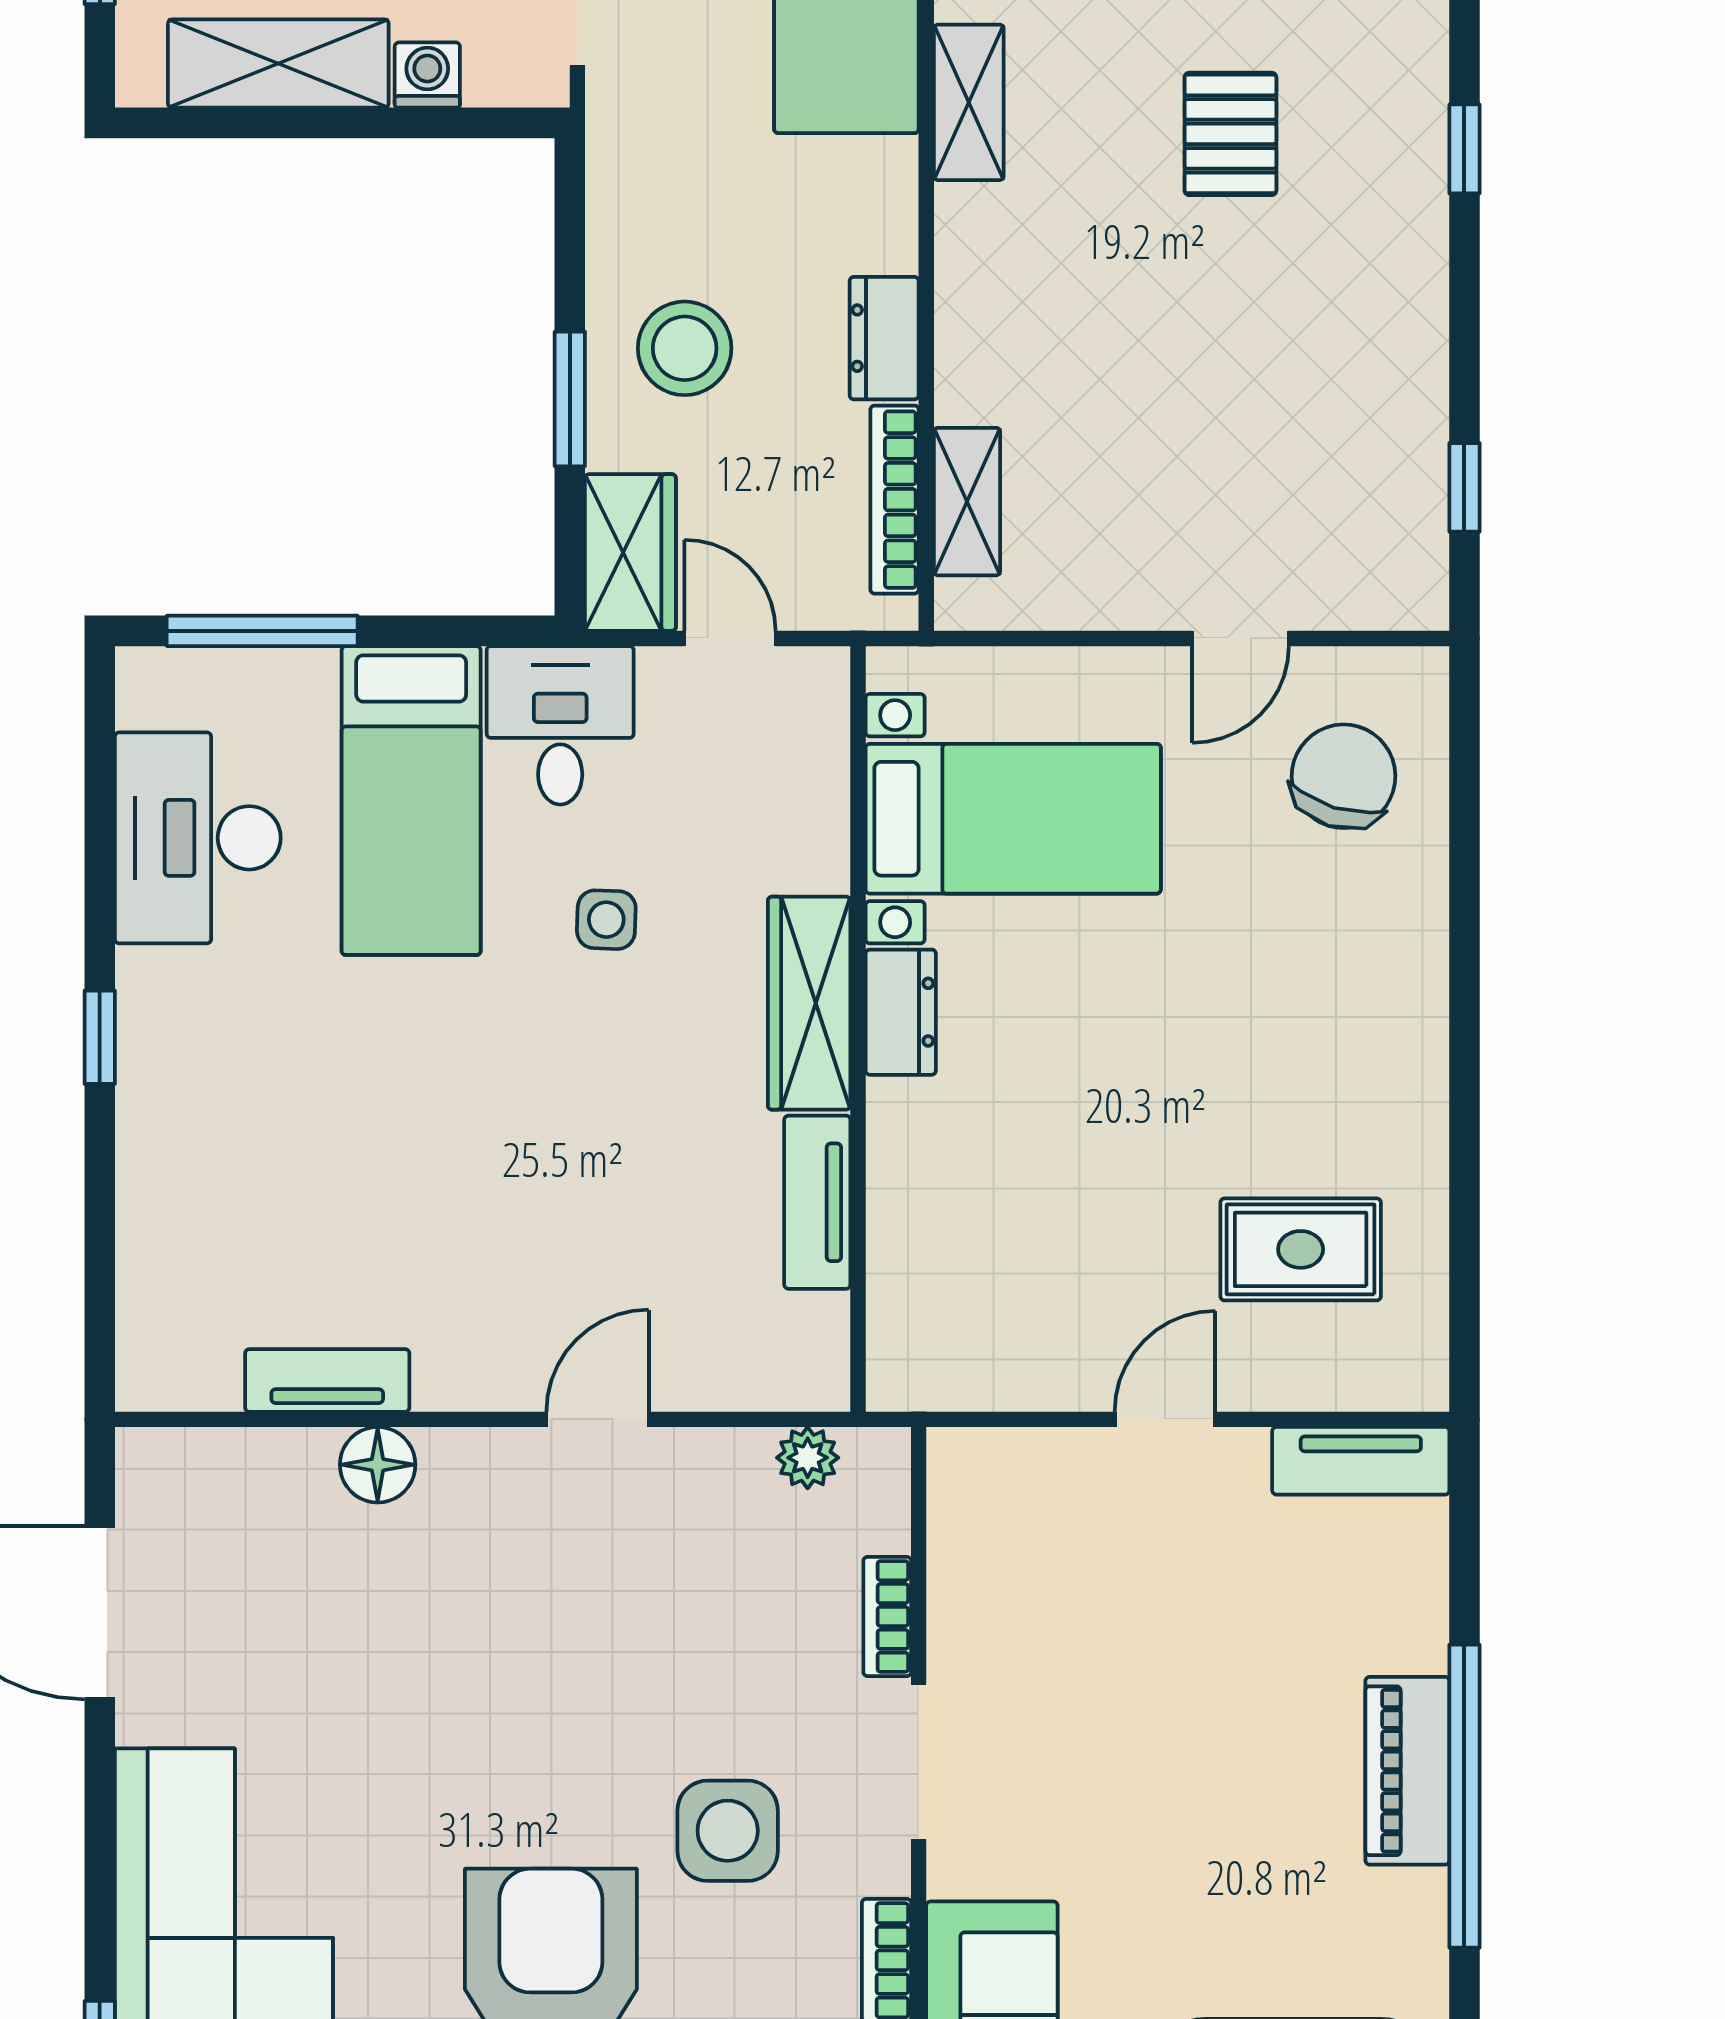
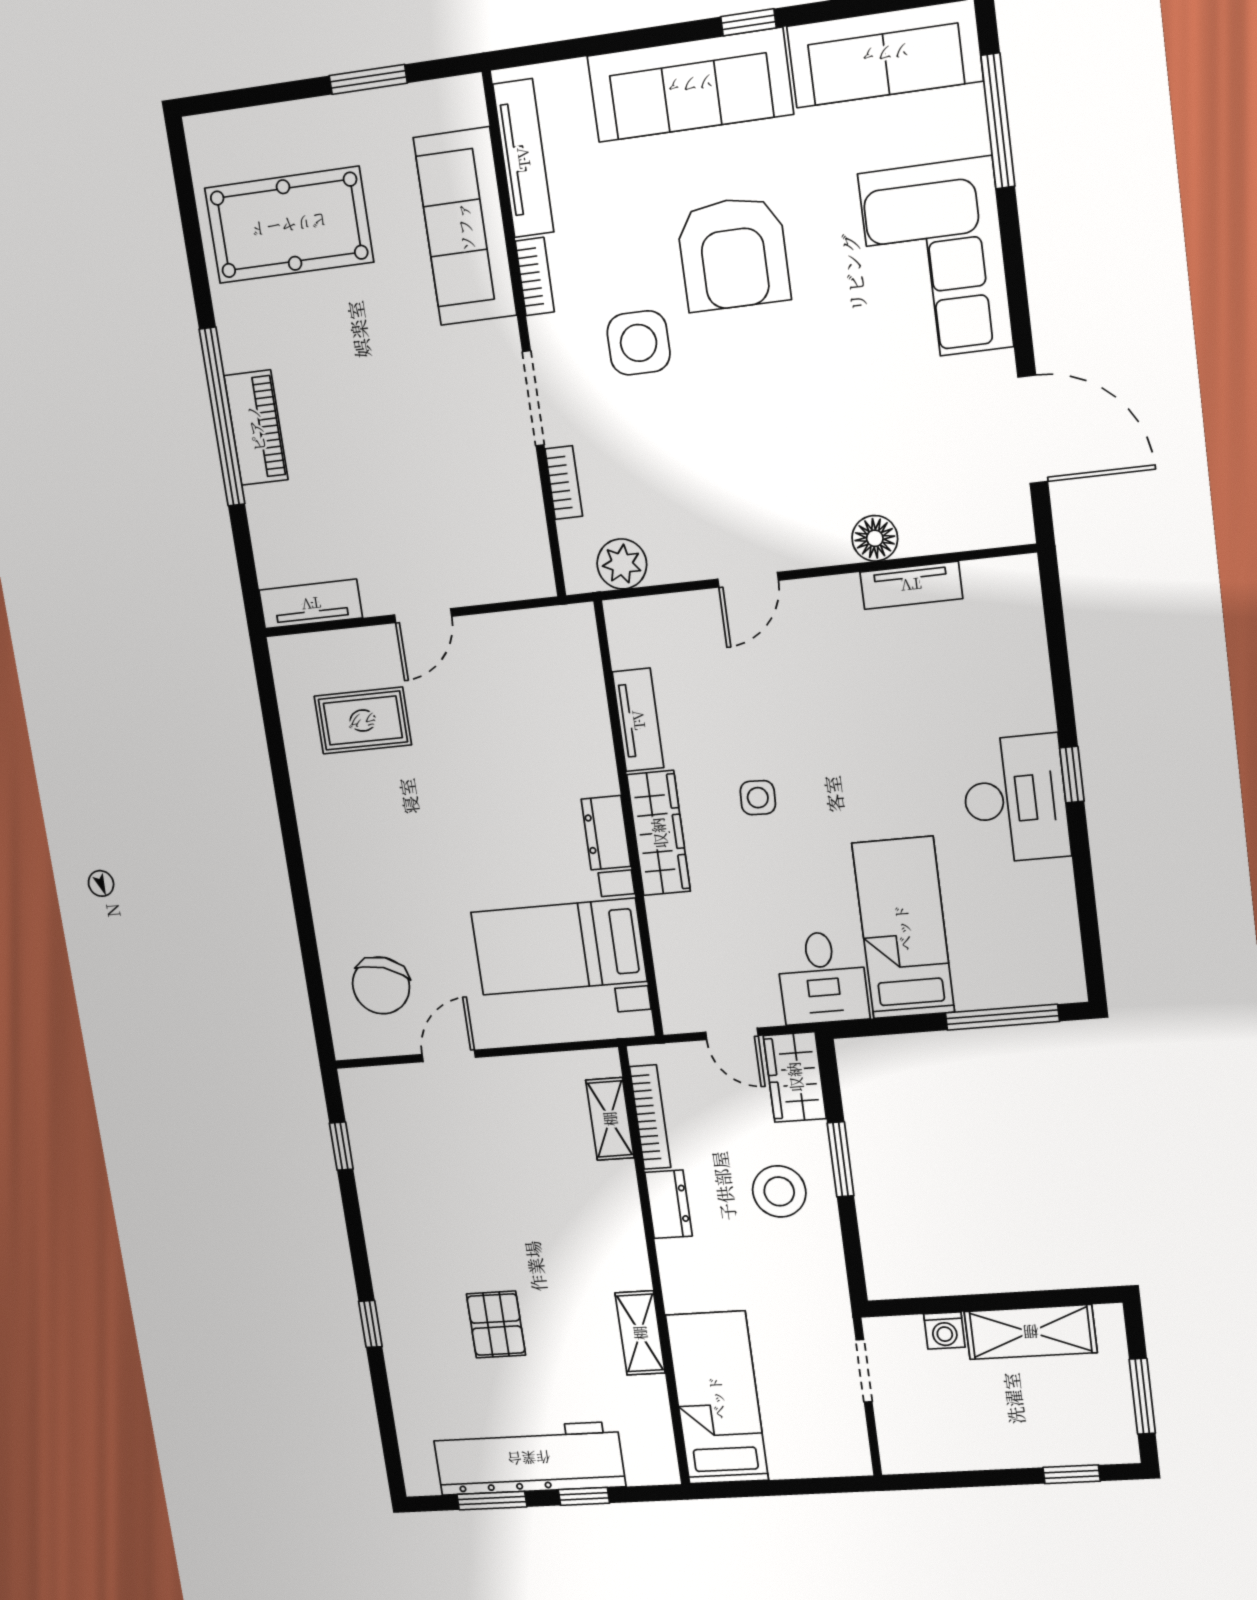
desk: (198, 838) -> (1015, 799), moved
side table: (606, 920) -> (758, 798), moved
plant: (808, 1458) -> (622, 564), width x1.38, depth x1.38

